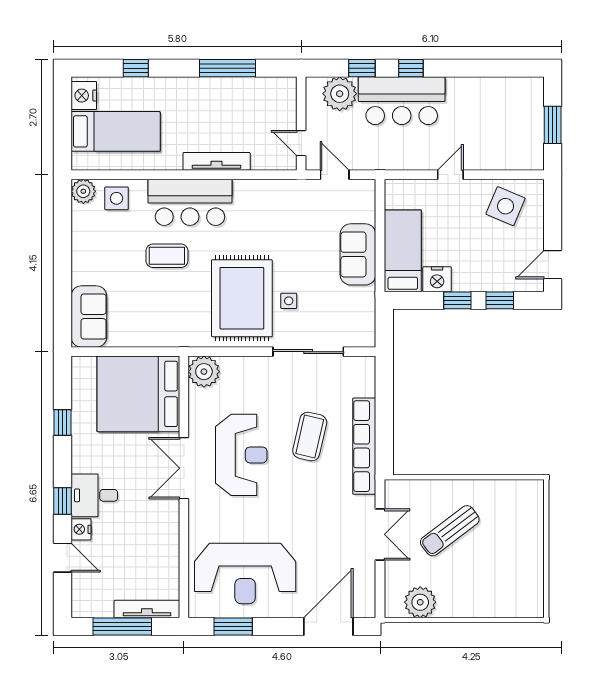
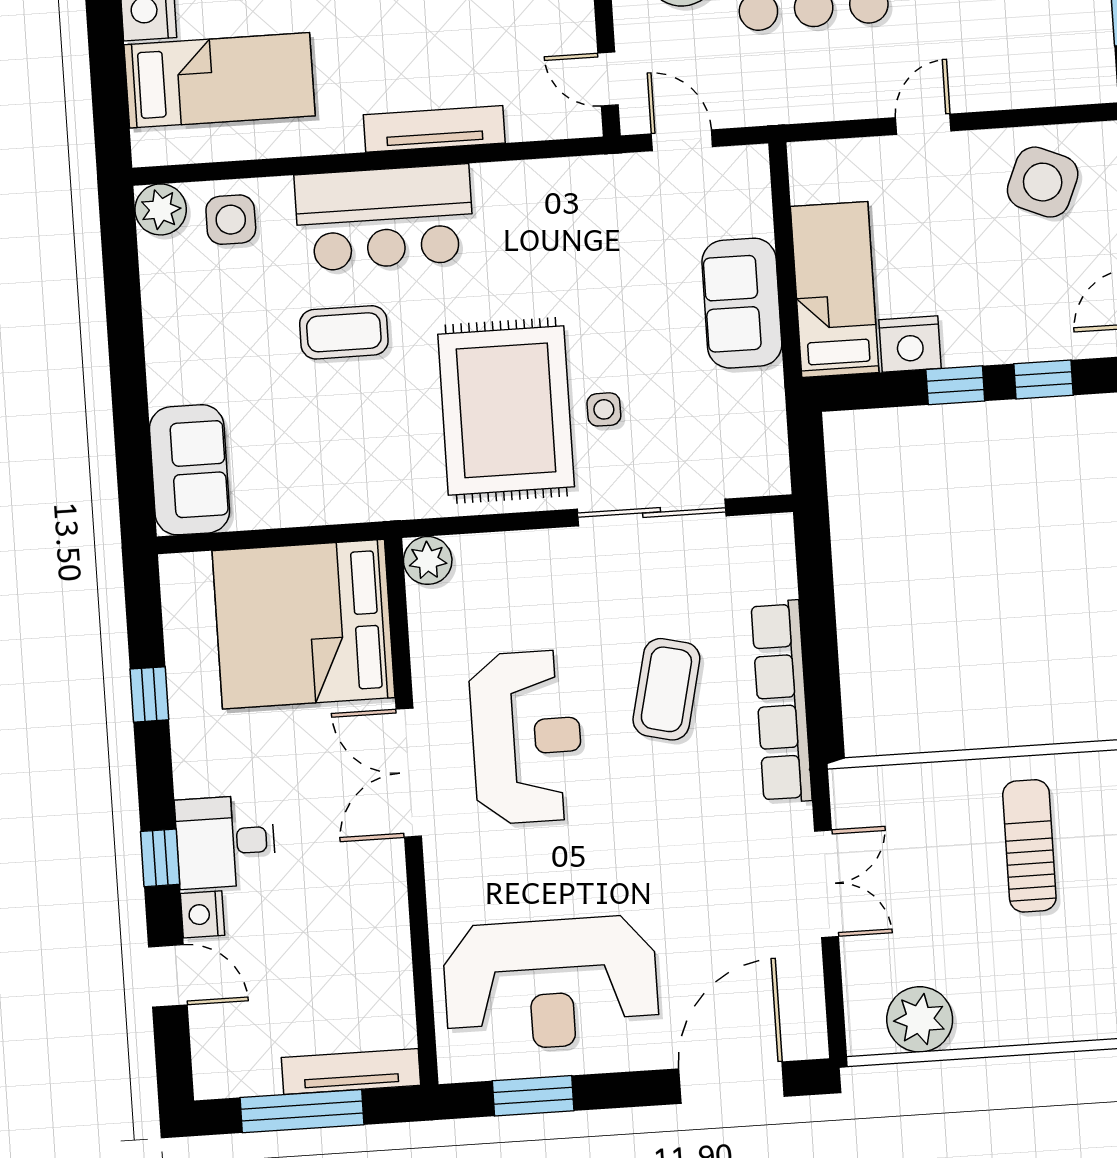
plant: (204, 372) -> (428, 560), width x0.73, depth x0.73
sun lounger: (450, 531) -> (1029, 846), moved, turned 127

